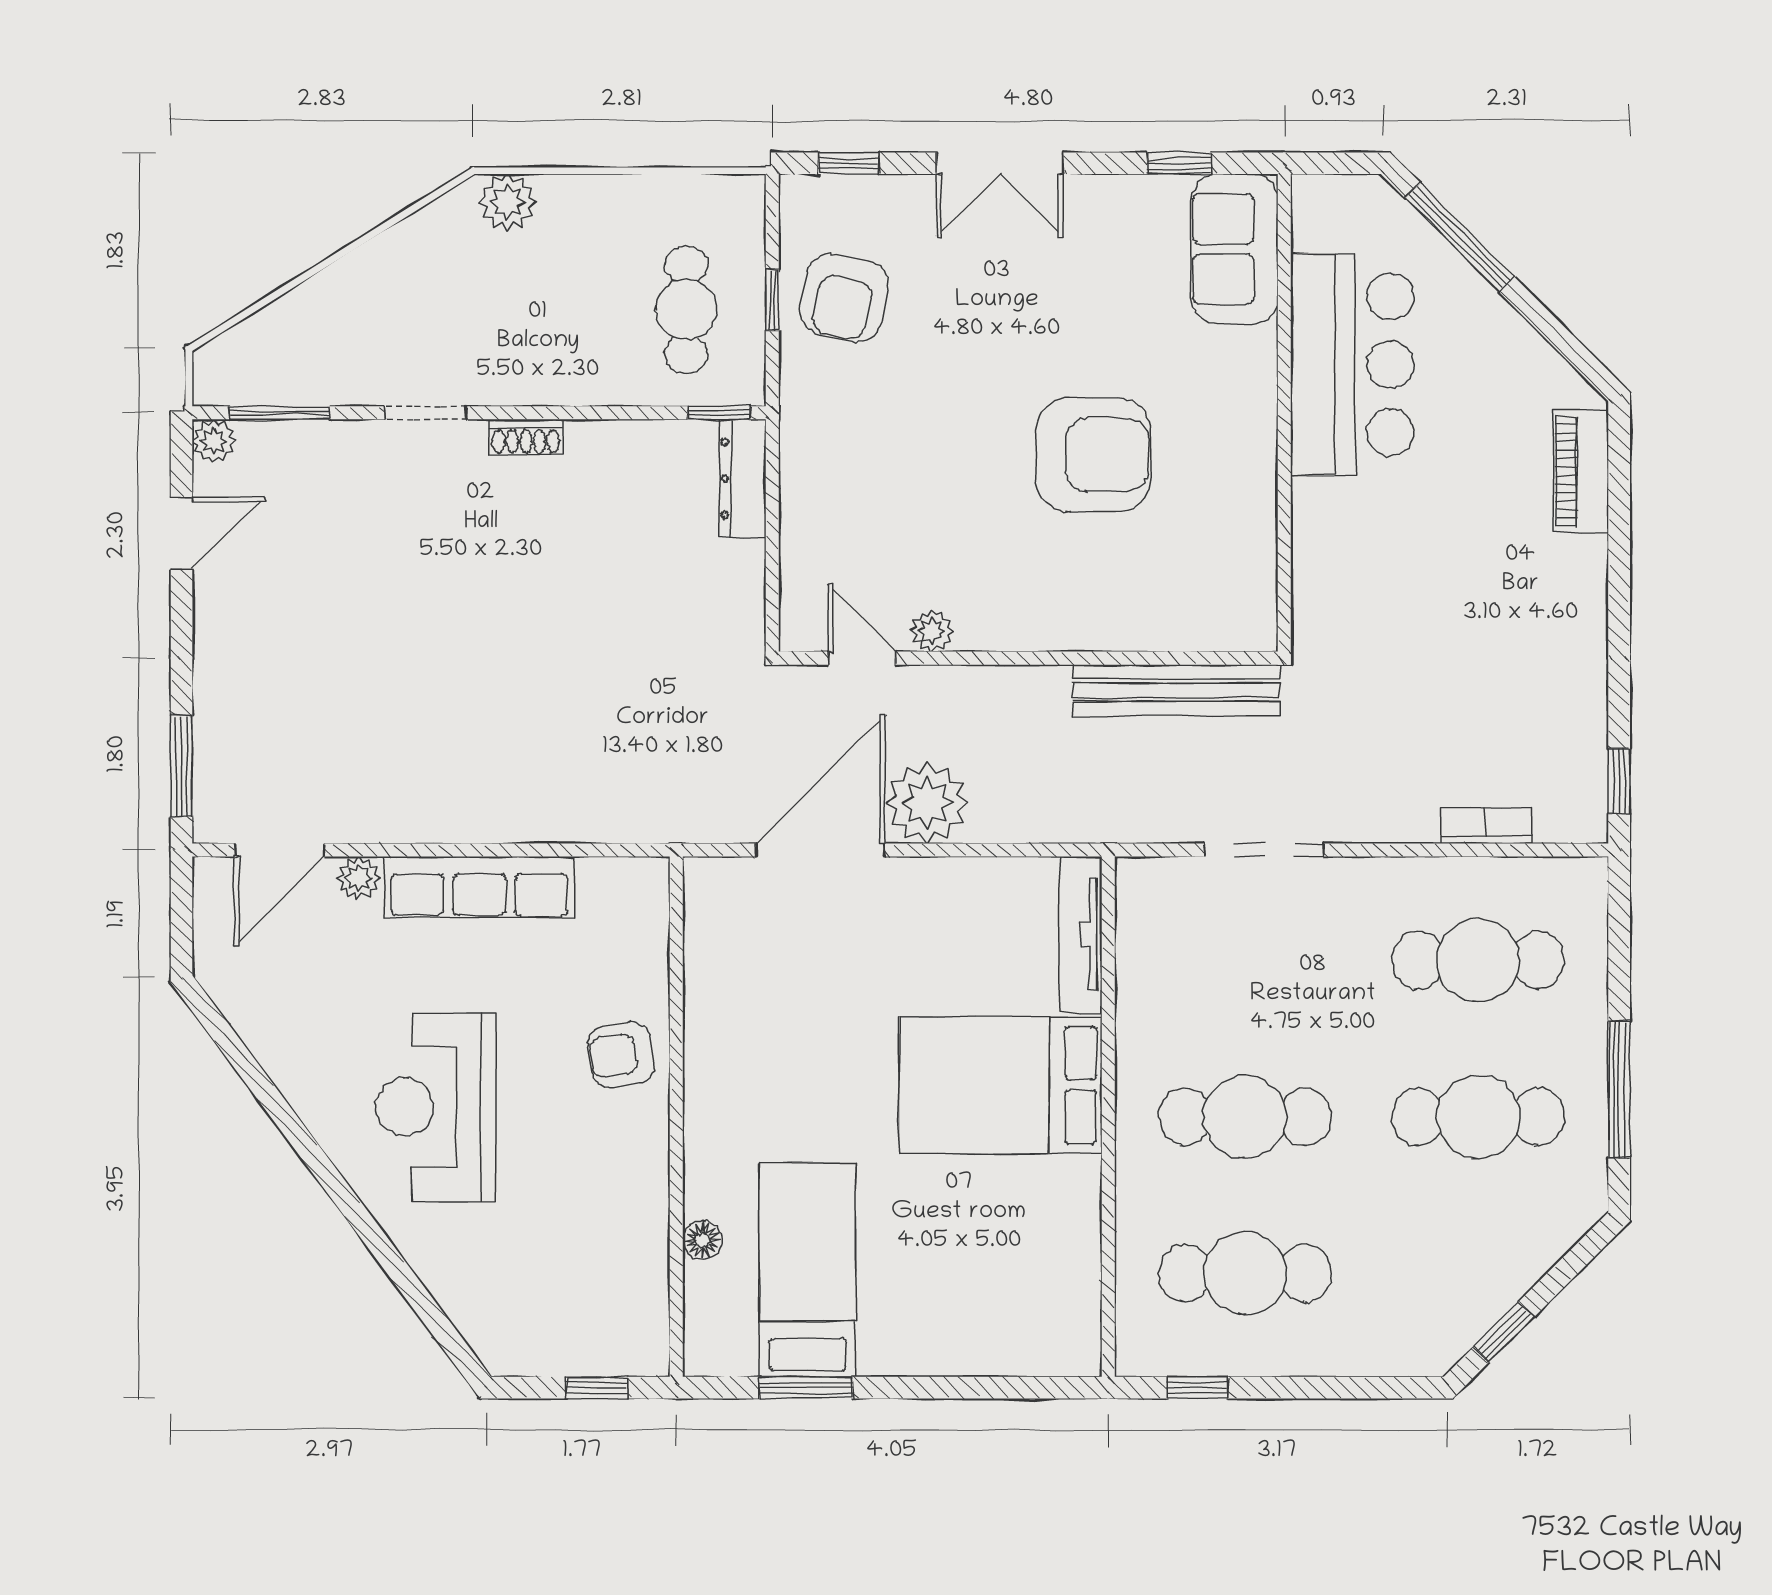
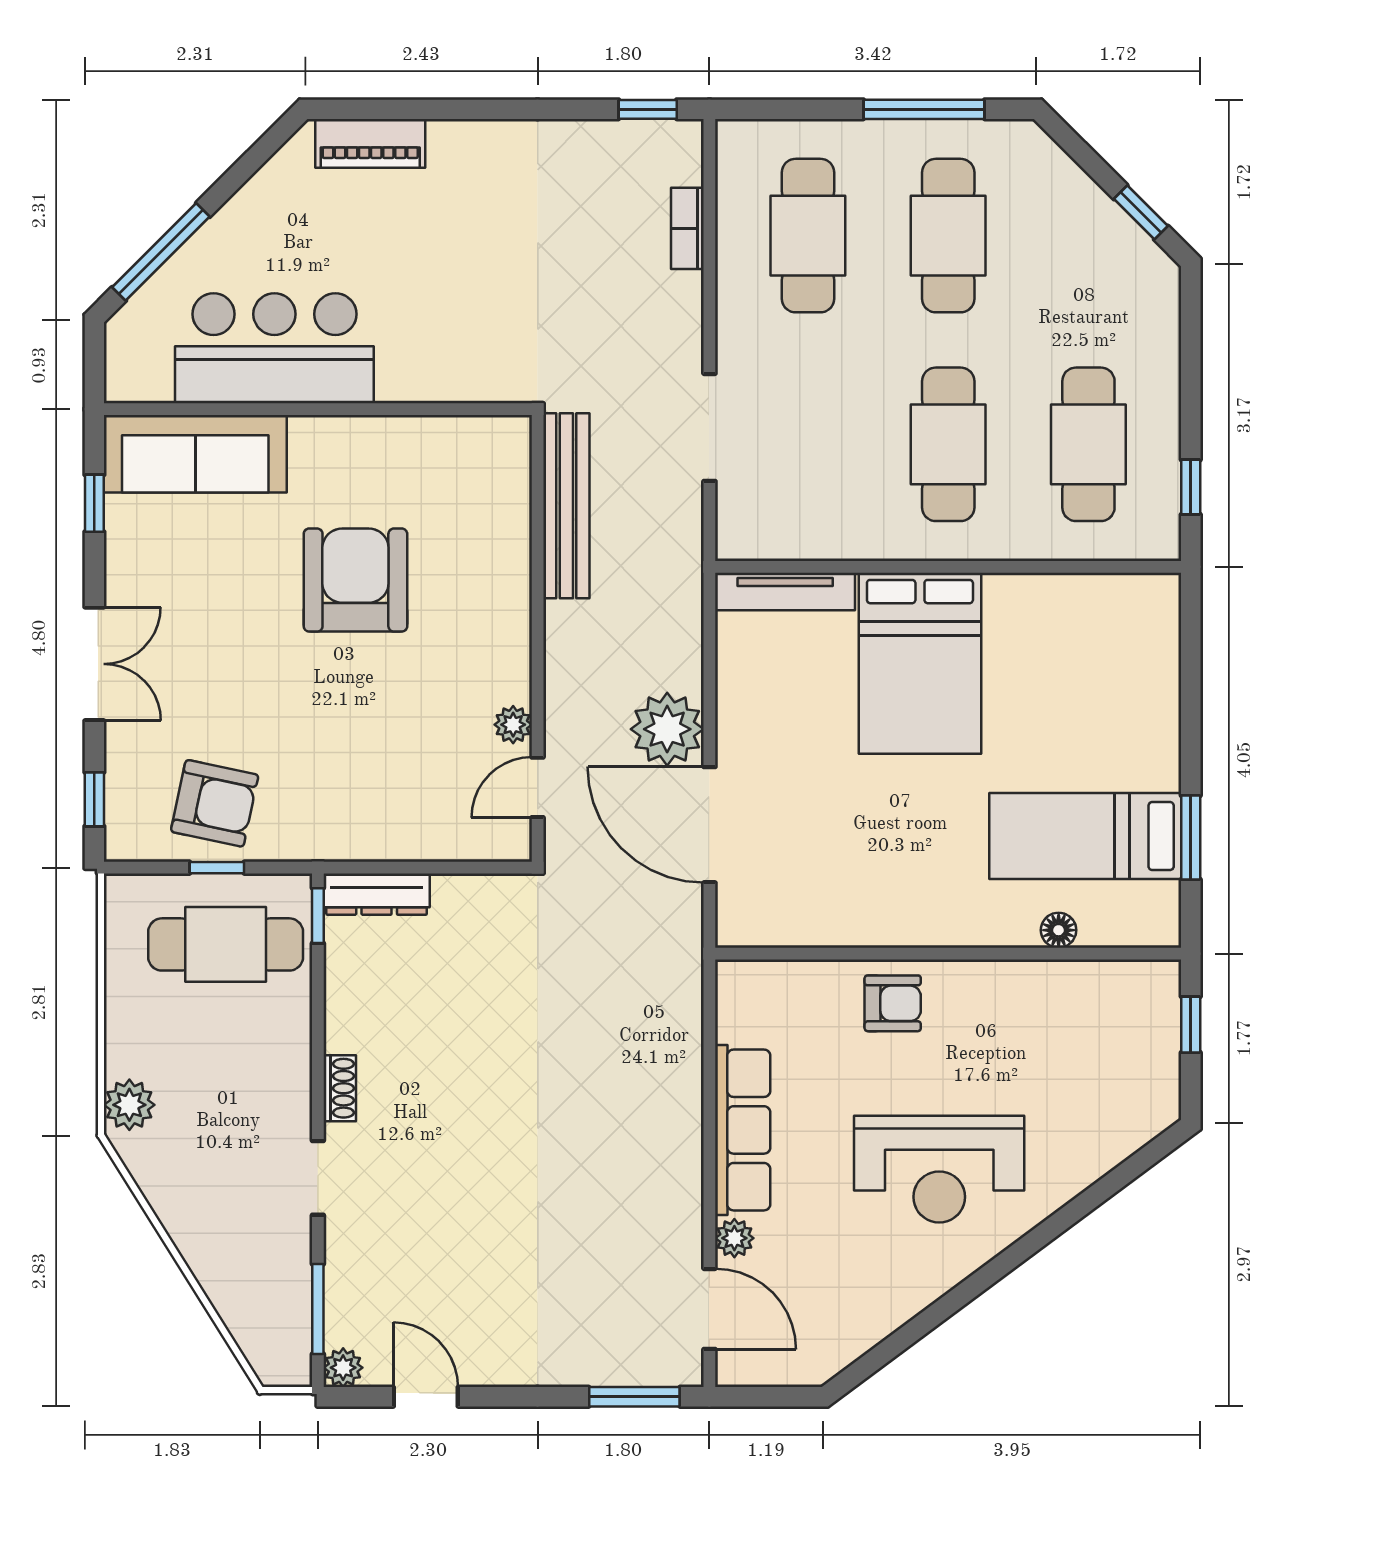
sofa: (1234, 249) -> (195, 454), width x1.36
cafe table: (686, 310) -> (226, 944), width x1.37, depth x1.35
armchair: (621, 1055) -> (893, 1003), turned -81

